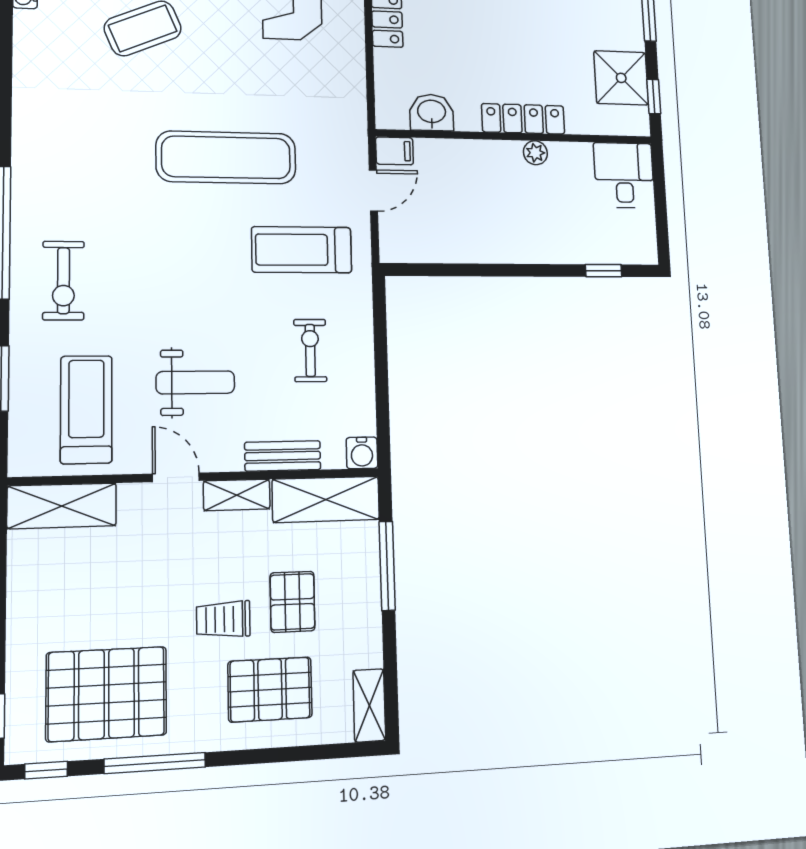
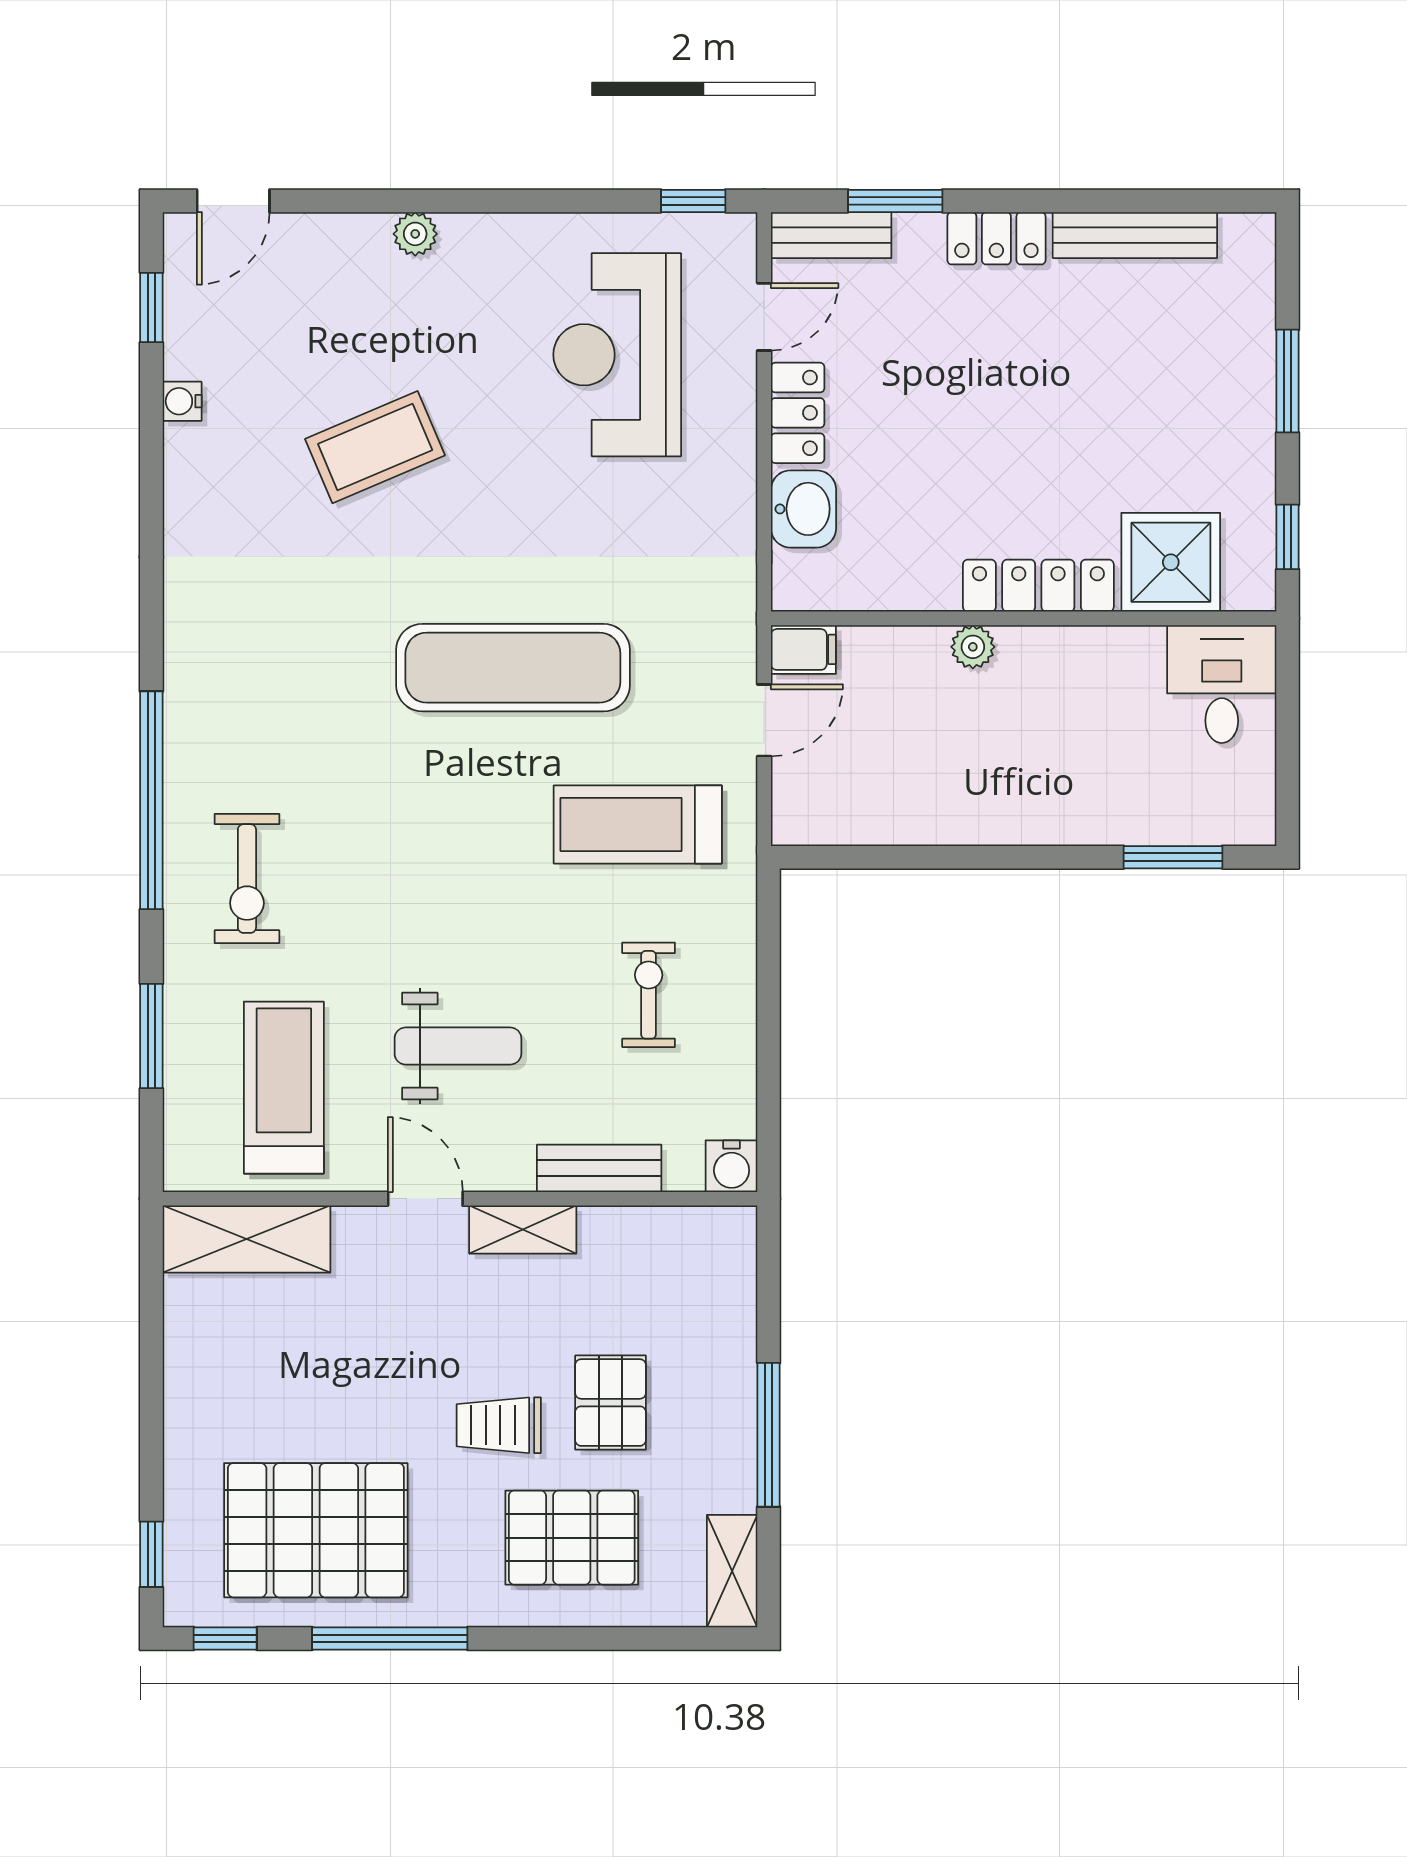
shower: (621, 78) -> (1171, 562), moved
washbasin: (432, 112) -> (804, 509), moved, turned 90
plant: (535, 153) -> (973, 647), moved
window: (604, 271) -> (1173, 857), width x1.50
shelving: (326, 499) -> (669, 1241), removed
window: (387, 566) -> (769, 1435), moved

